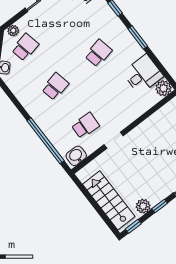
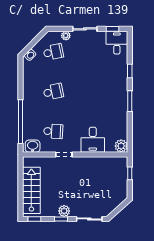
plant: (13, 31) -> (66, 36), moved
school desk: (98, 53) -> (97, 92), removed
desk: (143, 74) -> (93, 140), moved, turned 90
plant: (143, 206) -> (64, 211), moved

